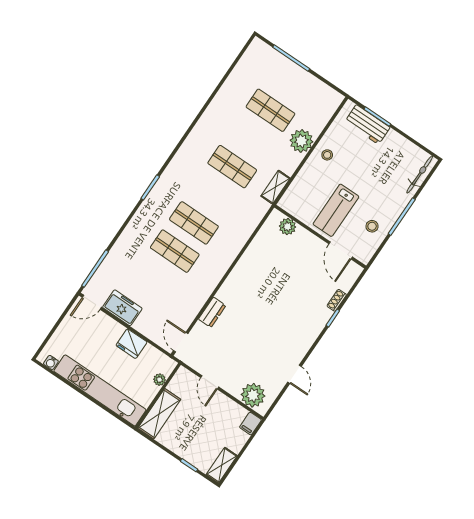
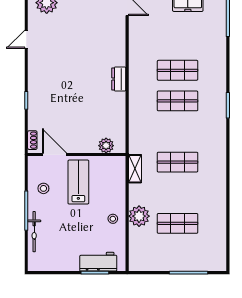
bicycle: (420, 174) -> (34, 232), moved
shoe rack: (337, 300) -> (32, 140), moved
dresser: (212, 312) -> (119, 79), moved
door: (295, 374) -> (26, 39), hinge flipped

